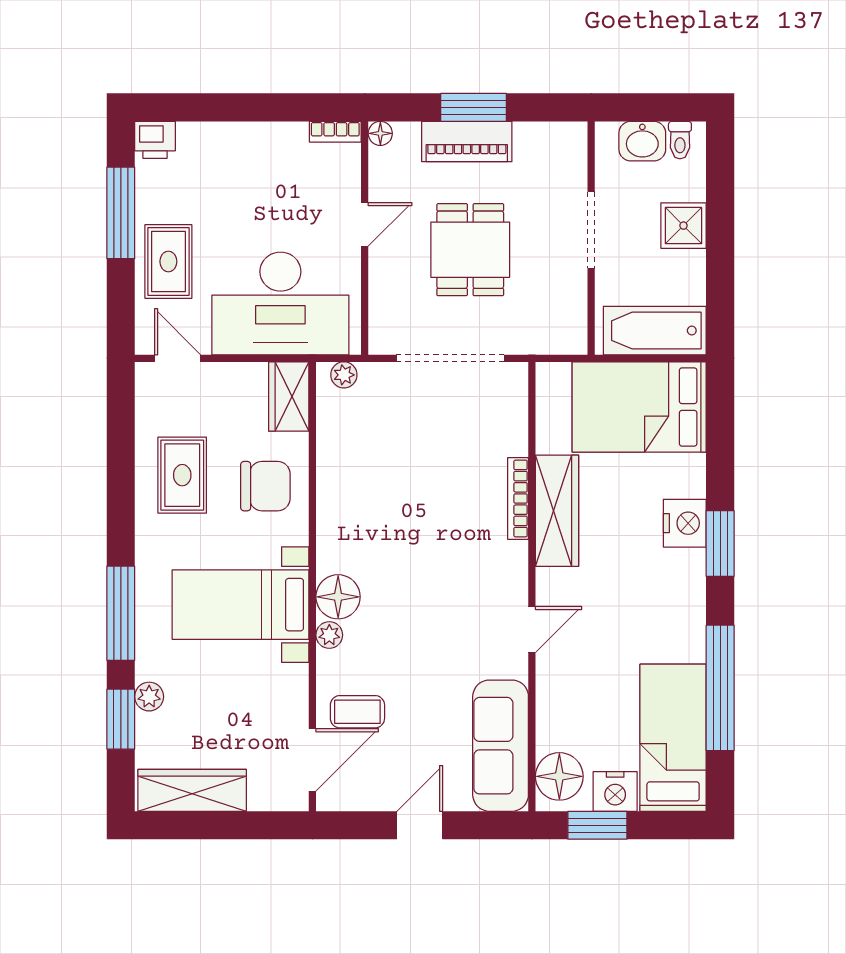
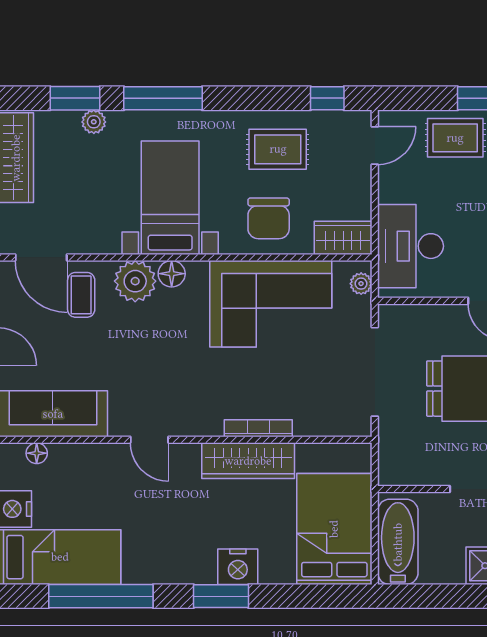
desk: (280, 303) -> (411, 246), width x0.73, depth x0.77
window: (121, 416) -> (327, 98), added
corner sofa: (368, 484) -> (271, 304), added
floor lamp: (338, 597) -> (172, 274), width x0.73, depth x0.73
plant: (329, 635) -> (135, 281), width x1.88, depth x1.88
floor lamp: (559, 776) -> (37, 453), width x0.53, depth x0.53

